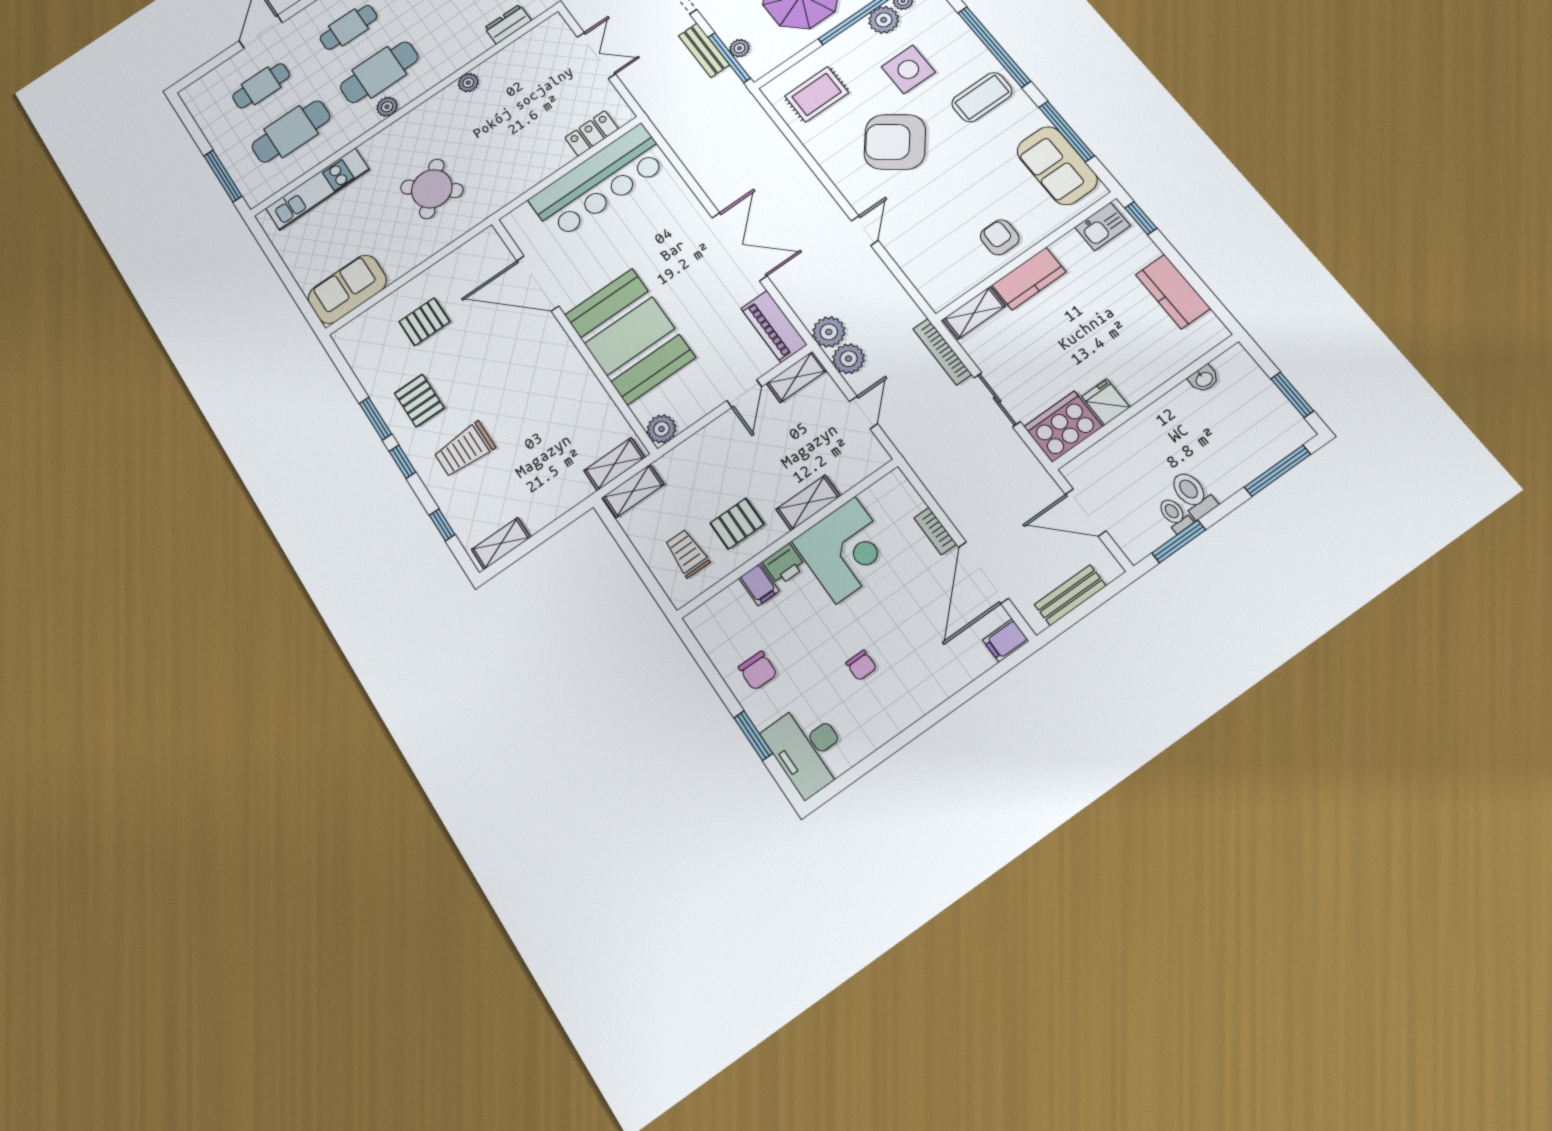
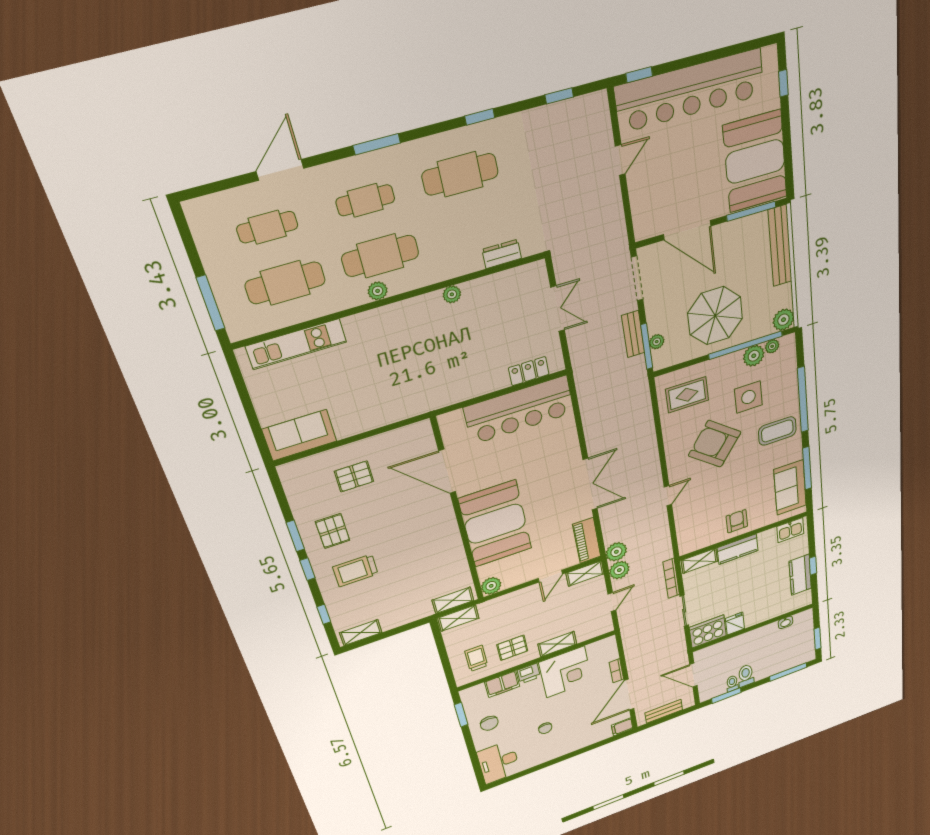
round table: (432, 189) -> (393, 375), removed
window: (1141, 218) -> (813, 566), moved
filing cabinet: (759, 585) -> (502, 684), width x2.00
window: (753, 736) -> (461, 715), moved

